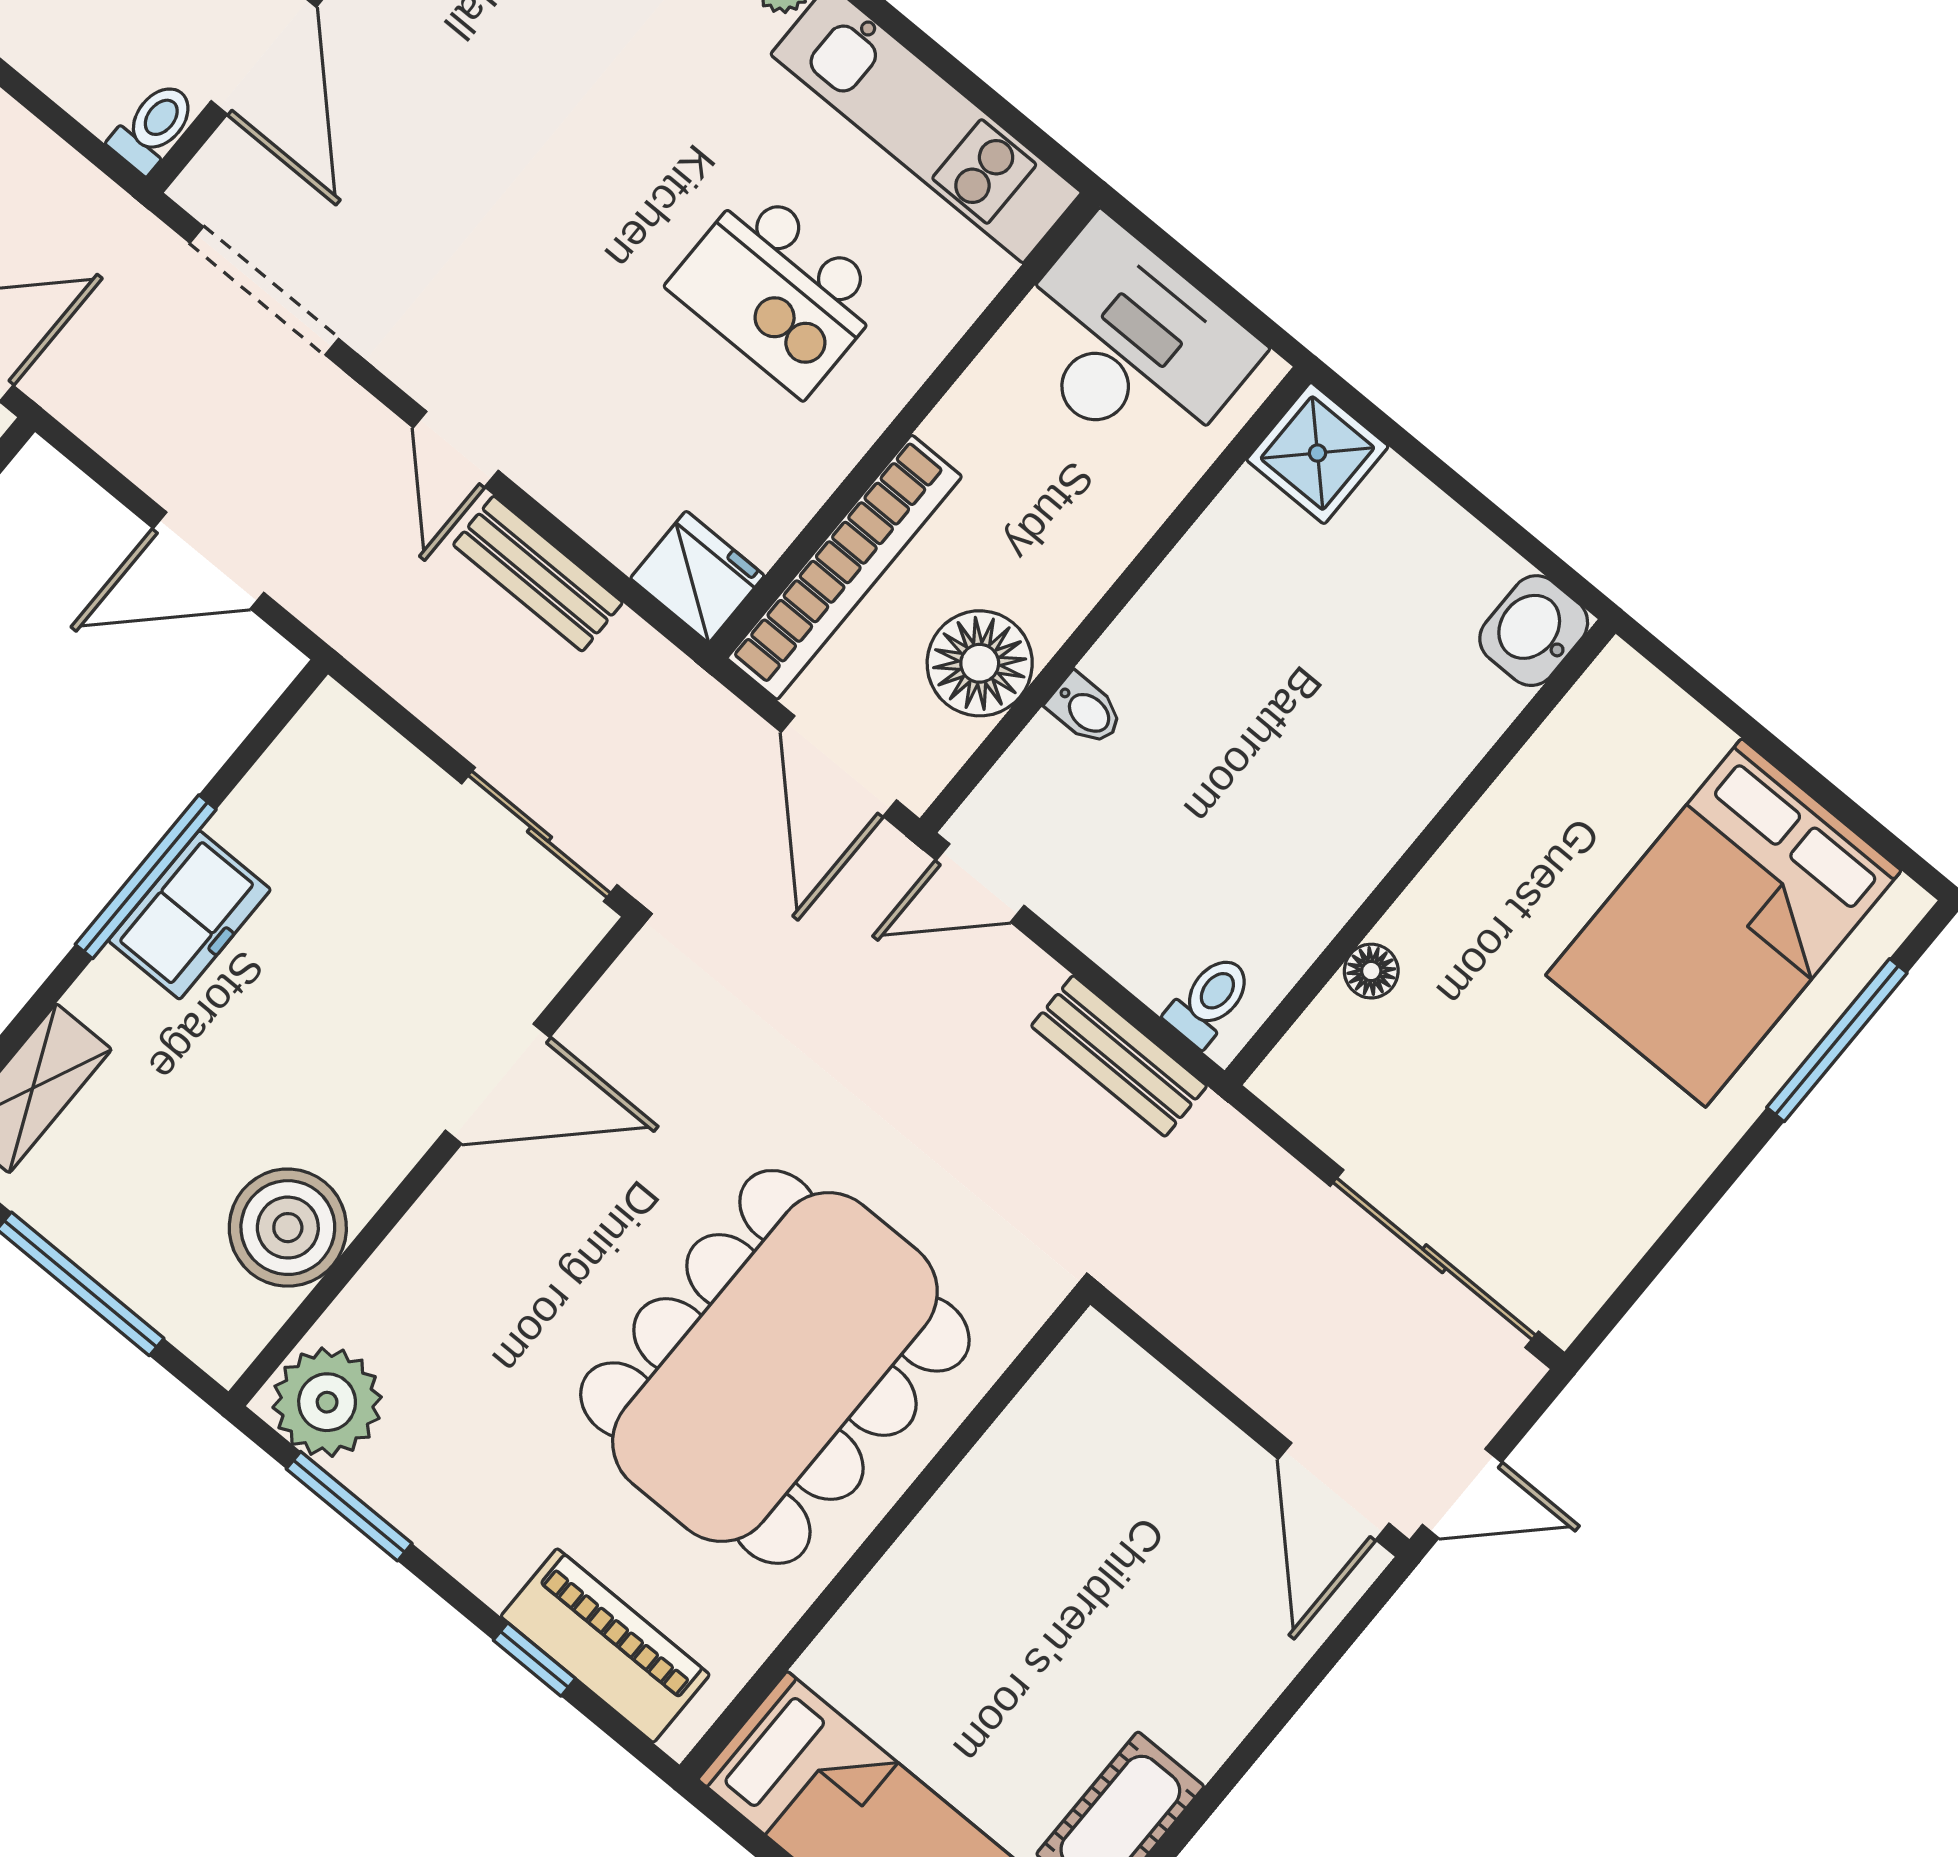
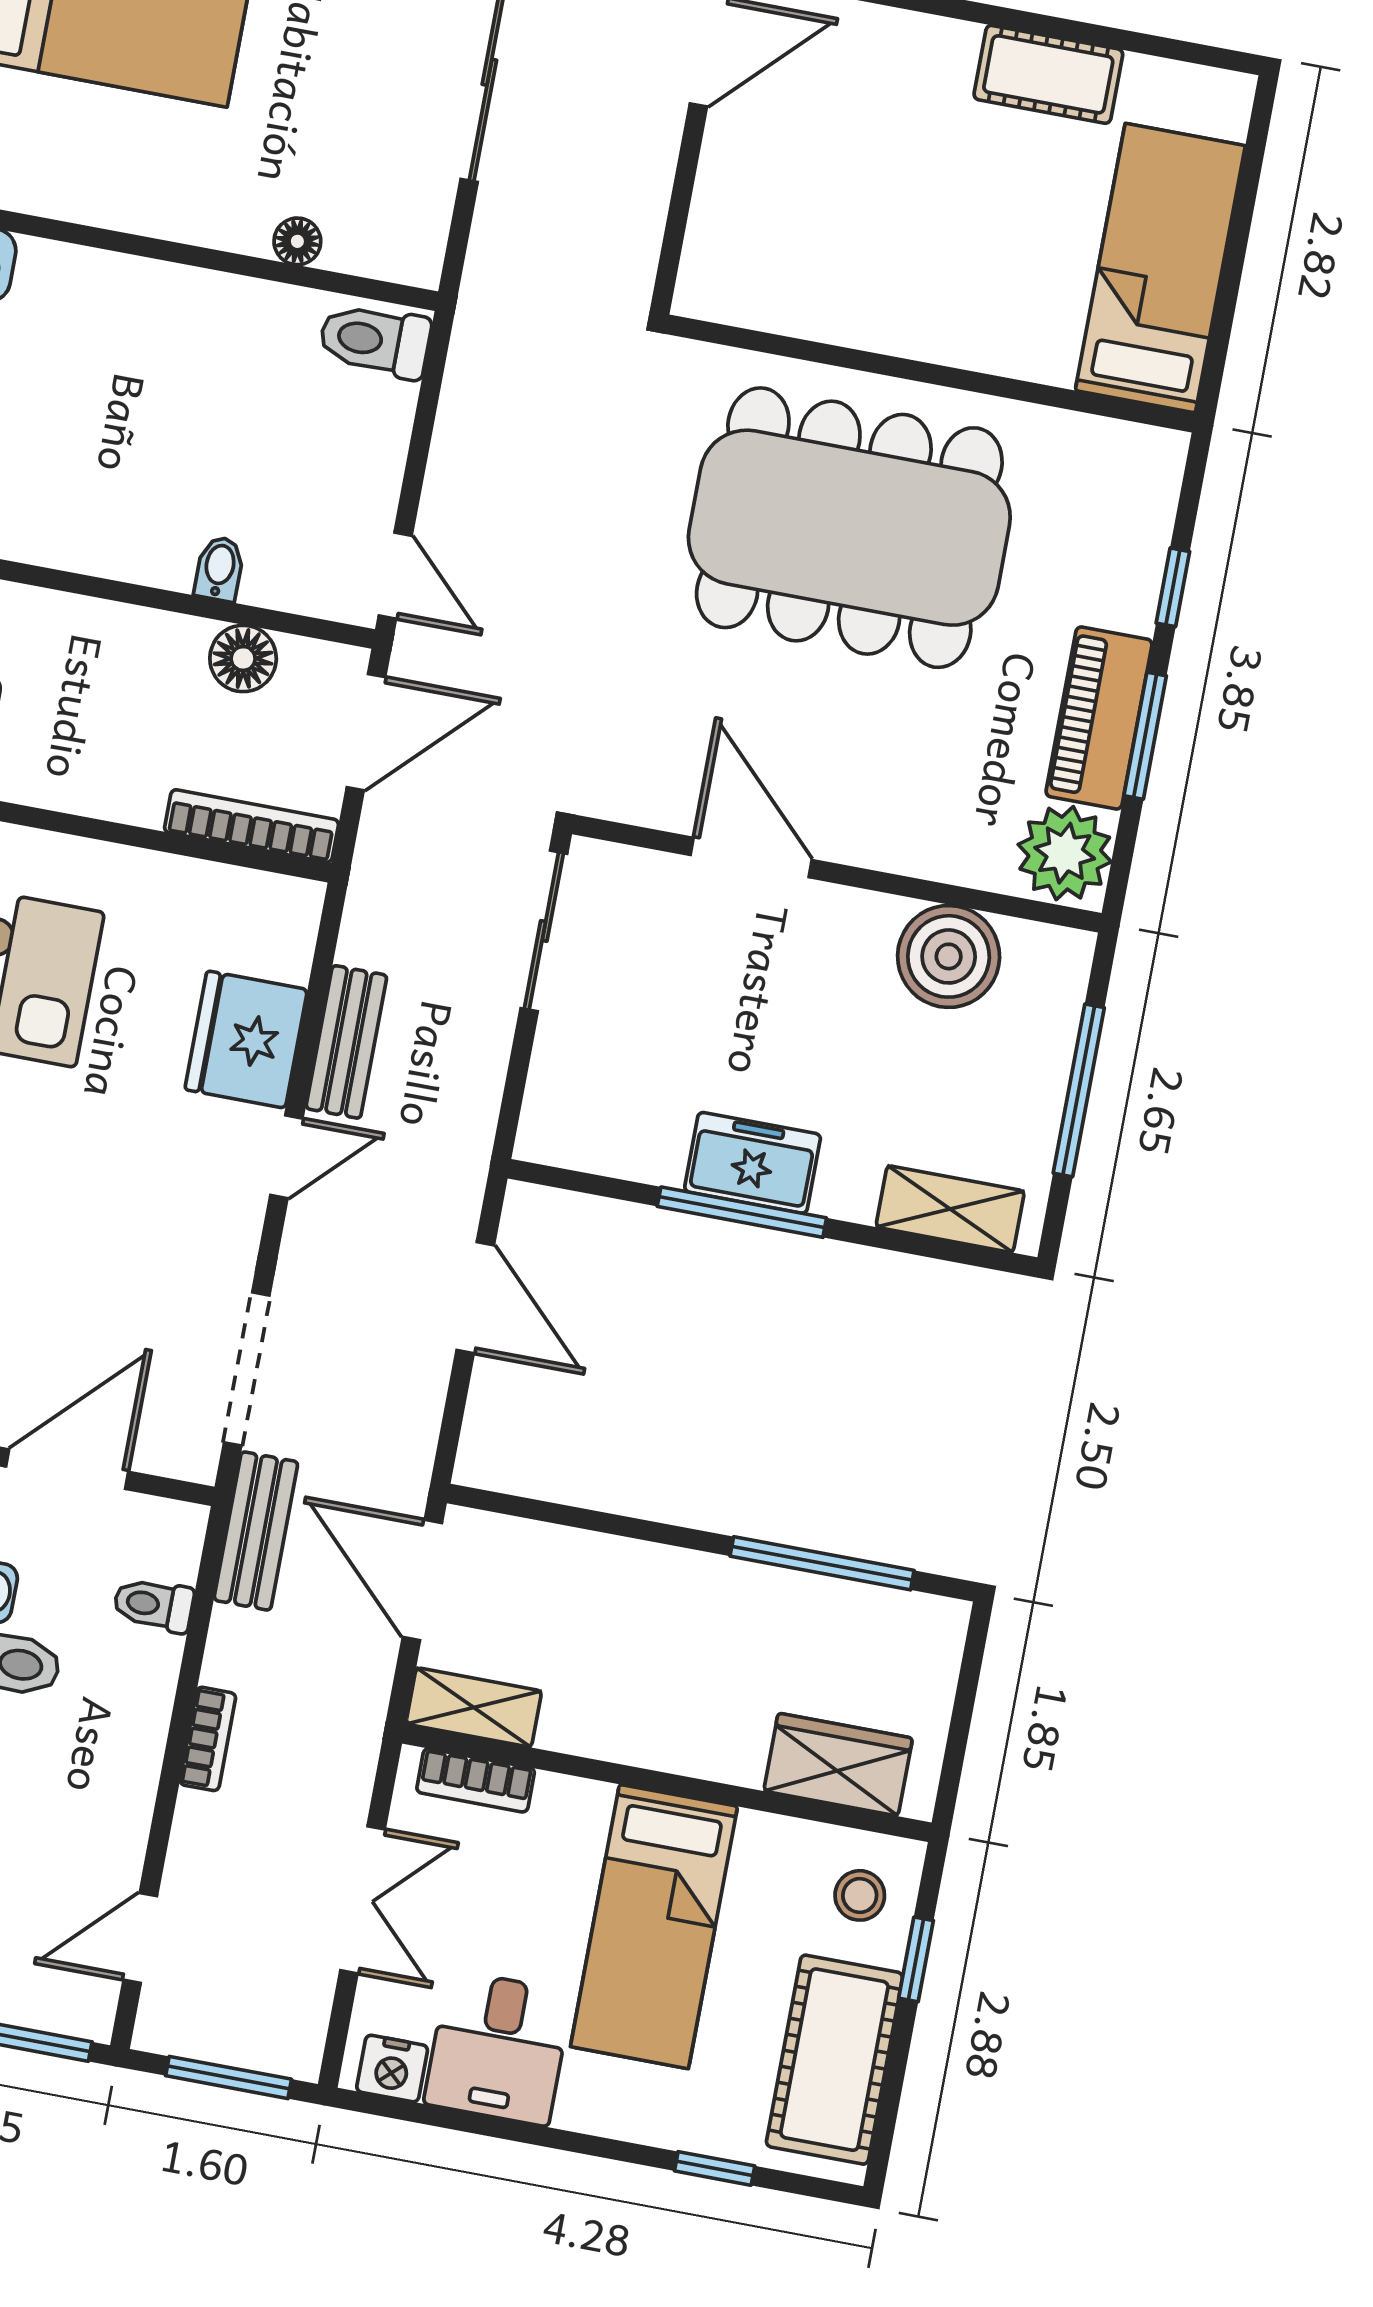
toilet: (153, 127) -> (153, 1605), moved
bookcase: (844, 567) -> (252, 826), width x0.68, depth x0.76
fridge: (697, 577) -> (246, 1040), moved, width x1.36, depth x1.34
floor lamp: (980, 663) -> (243, 658), width x0.73, depth x0.73
toilet: (1209, 1000) -> (375, 341), width x1.37, depth x1.39
bench: (1119, 1056) -> (256, 1531), moved
window: (349, 1506) -> (1145, 736), moved
piano: (605, 1645) -> (1099, 718), moved

